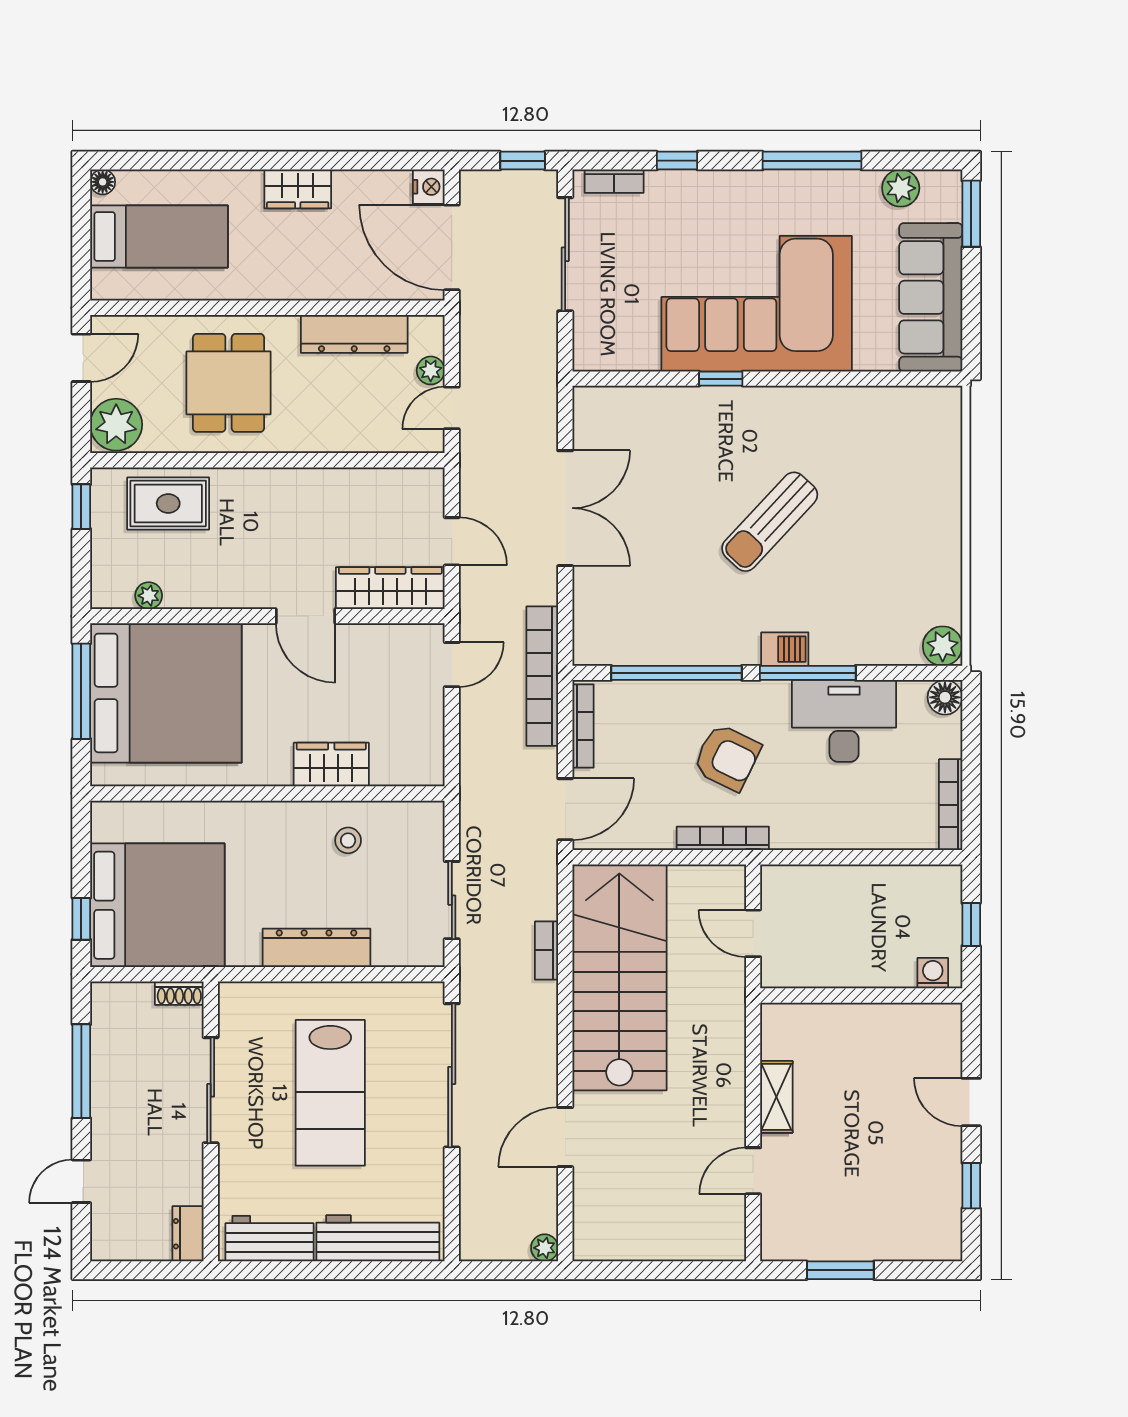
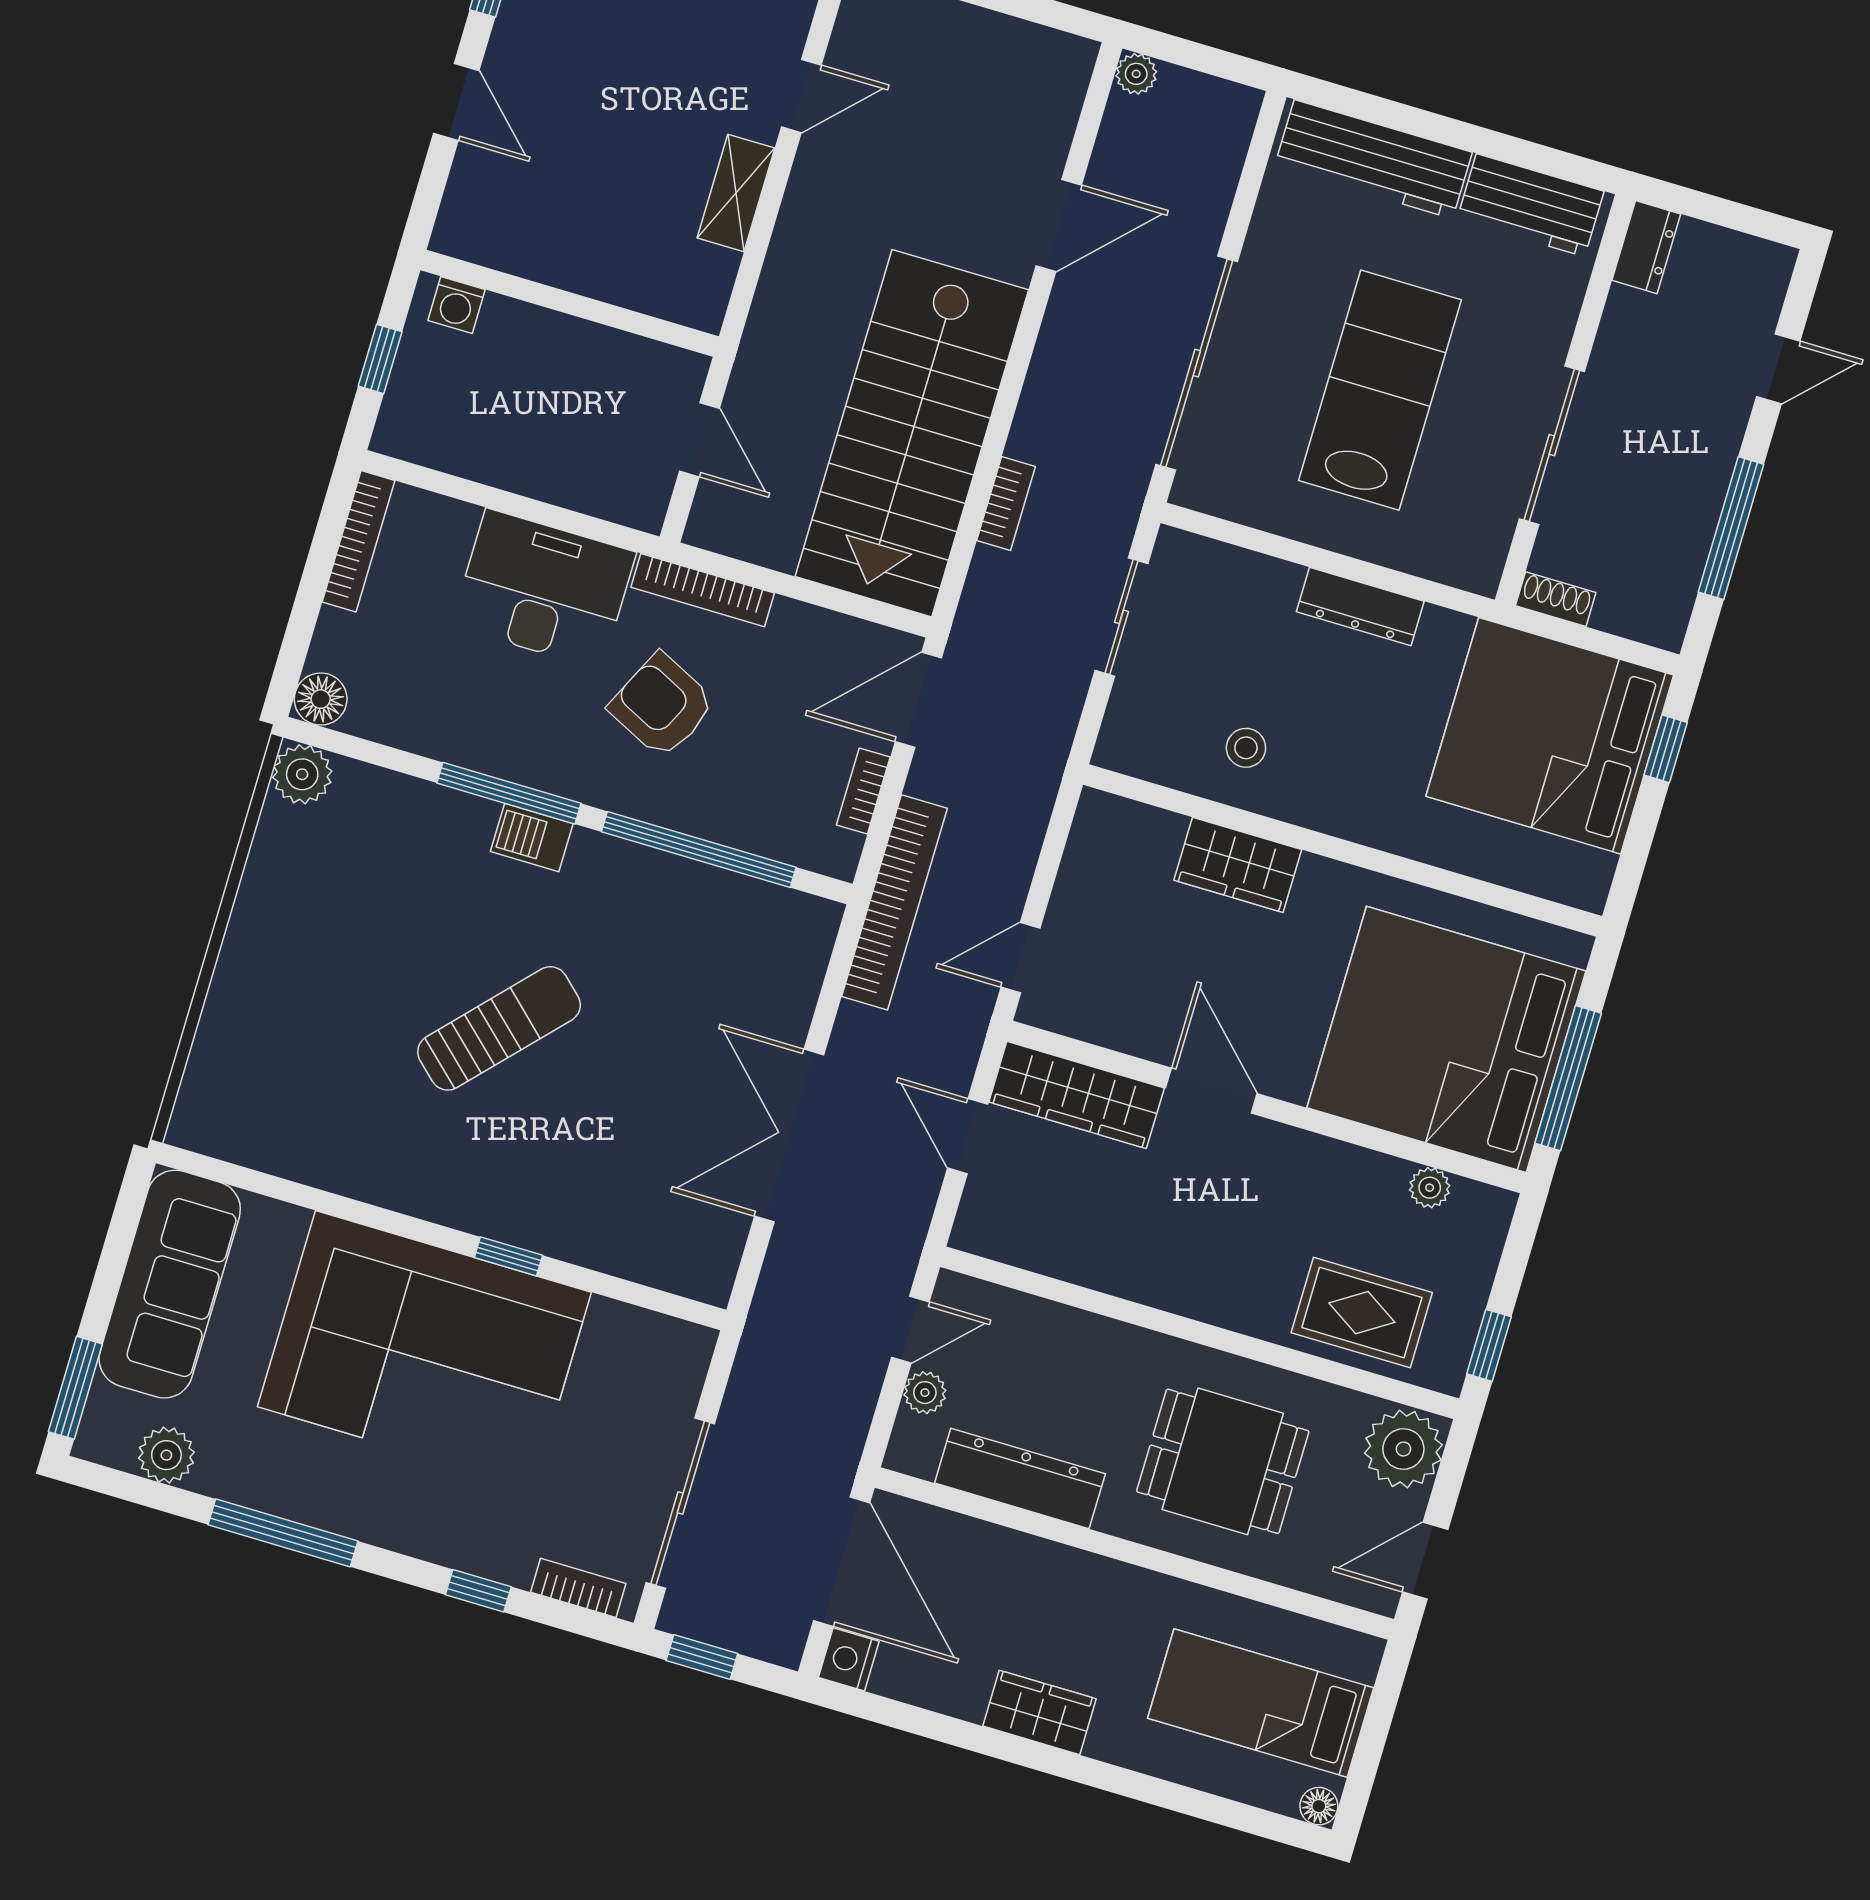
dining table: (229, 383) -> (1223, 1461), turned 90
desk: (844, 721) -> (544, 589), moved, turned 180
bookcase: (583, 726) -> (863, 791), width x0.64
dresser: (317, 948) -> (1360, 606), width x0.73, depth x0.80

